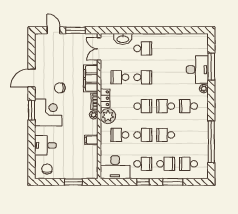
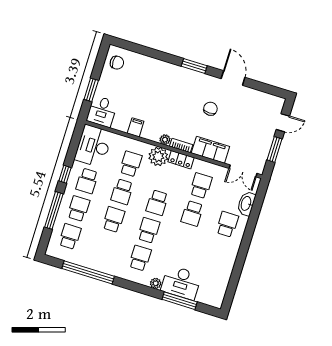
school desk: (143, 48) -> (227, 224), turned 180
double door: (99, 49) -> (243, 171), swing flipped
corner desk: (48, 113) -> (185, 85), removed
desk: (45, 145) -> (102, 111), moved, turned 180
school desk: (166, 164) -> (79, 209), turned 180
window: (173, 182) -> (54, 210), width x1.44

